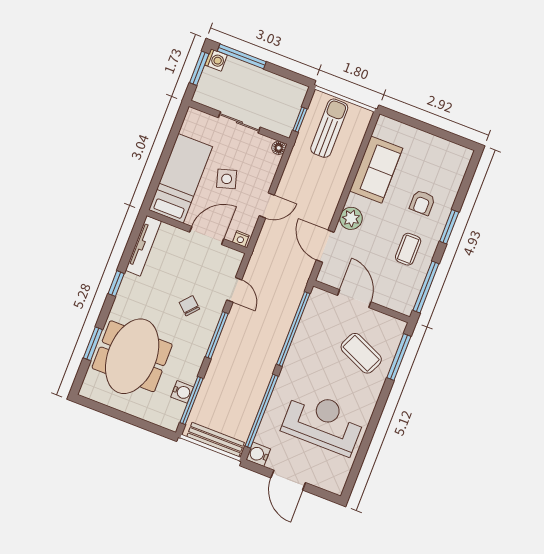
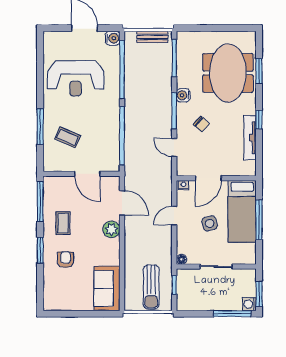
window: (164, 160) -> (259, 220), added
sofa: (376, 170) -> (107, 288), moved
tv unit: (143, 246) -> (250, 138), moved
coffee table: (361, 353) -> (68, 137), width x0.73, depth x0.77
window: (399, 357) -> (40, 126), moved
water cooler: (182, 392) -> (183, 95), moved
bench: (215, 440) -> (152, 37), width x0.73

